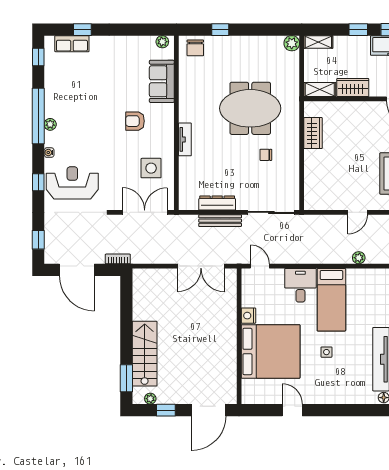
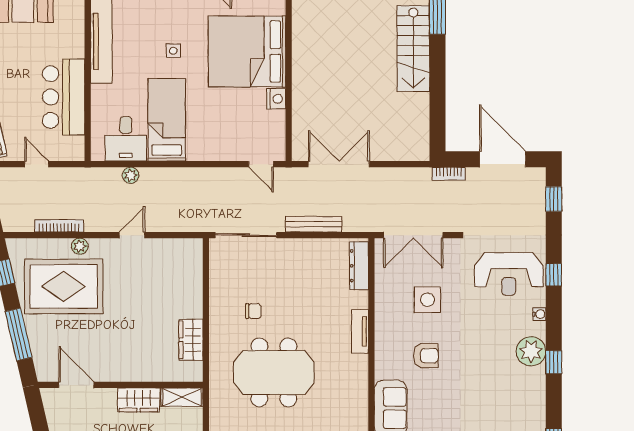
window: (38, 116) -> (554, 362), width x0.32
plant: (50, 124) -> (531, 351), width x1.87, depth x1.87
side table: (151, 168) -> (427, 300), moved
dresser: (217, 203) -> (359, 266), moved, turned 90
desk: (300, 285) -> (126, 139), moved

